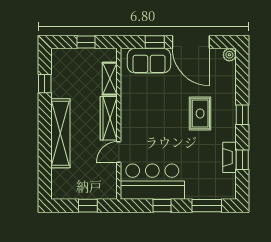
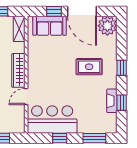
plant: (229, 55) -> (107, 26), width x1.88, depth x1.88
shelving: (110, 79) -> (19, 29), moved
rug: (200, 113) -> (89, 67), turned 90

